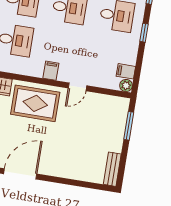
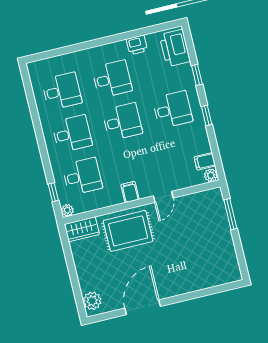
bench: (112, 169) -> (232, 264), removed

